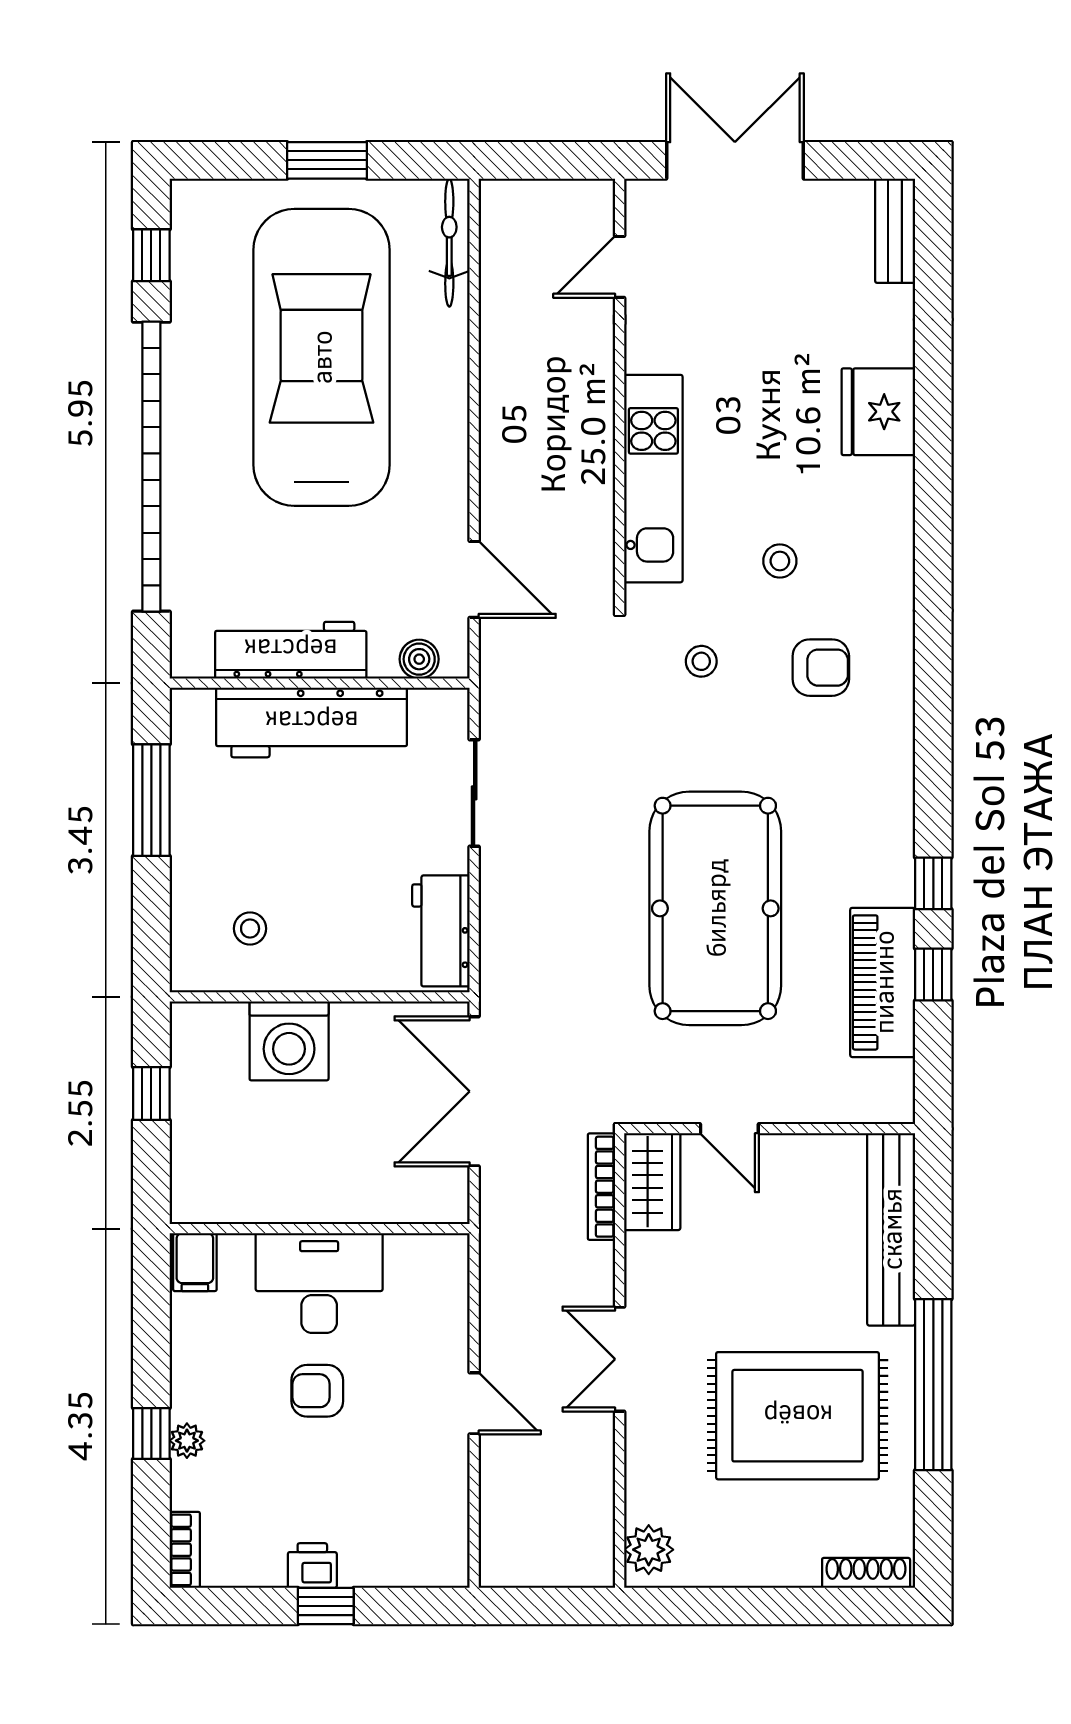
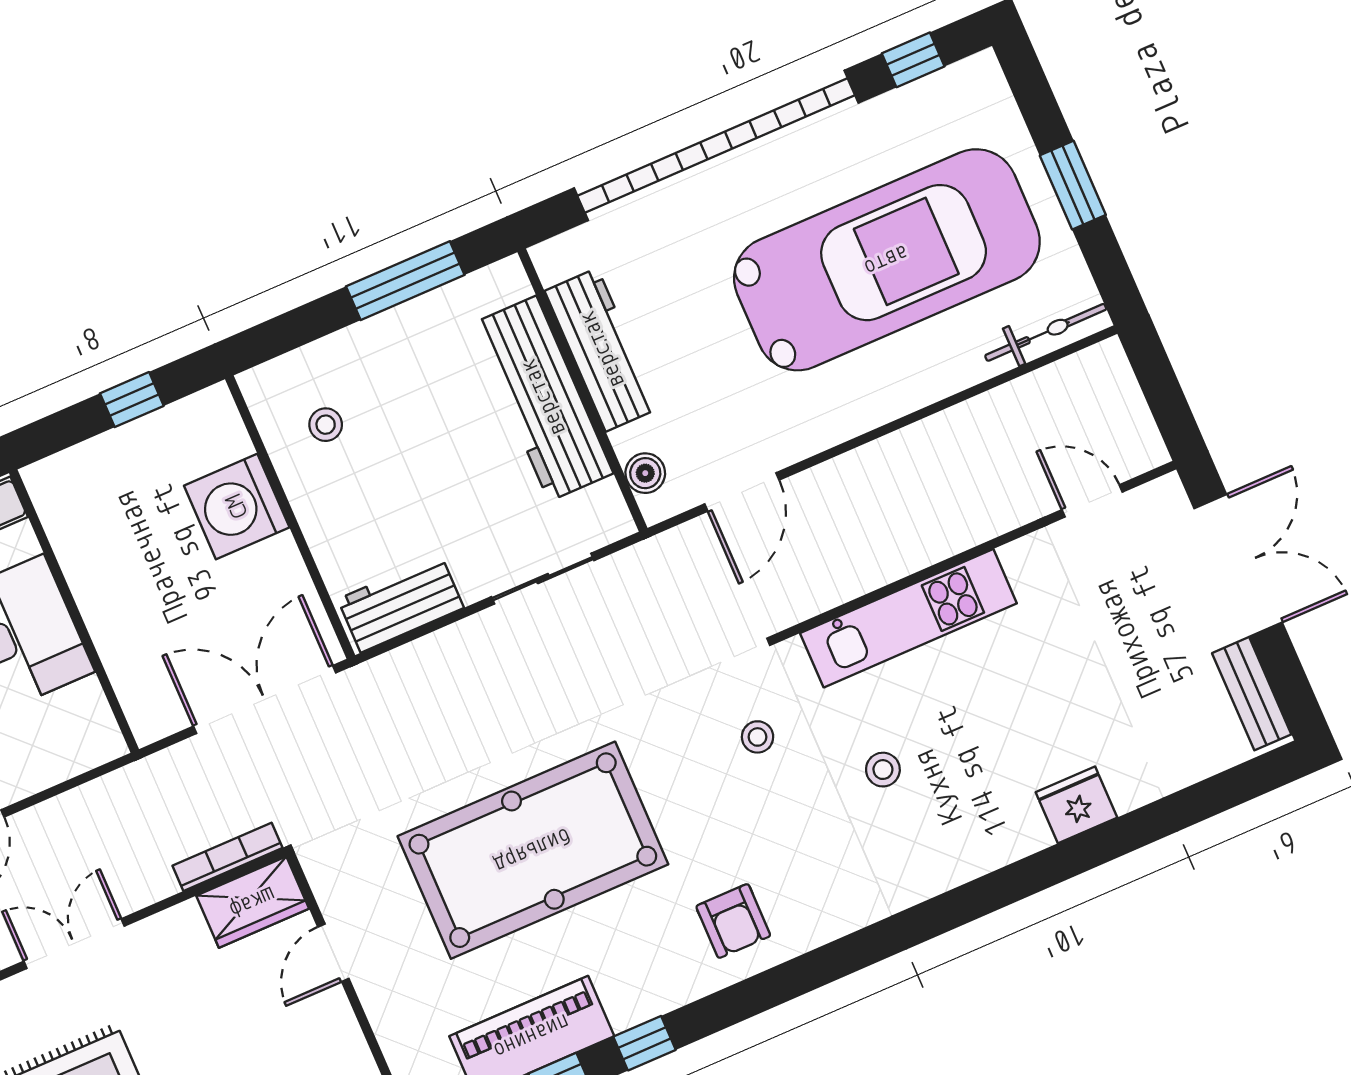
bench: (895, 231) -> (1252, 694), moved, turned 90
fridge: (878, 412) -> (1076, 805), width x0.73, depth x0.75
armchair: (821, 668) -> (733, 921), moved

